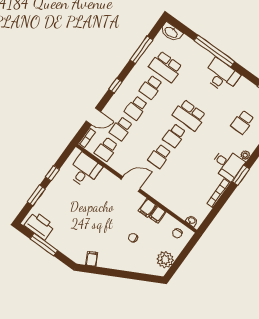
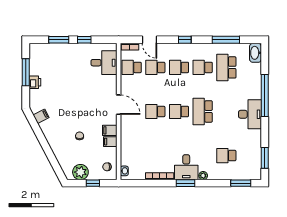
printer: (40, 226) -> (35, 82), moved, width x0.53, depth x0.68
window: (183, 256) -> (93, 183), added

